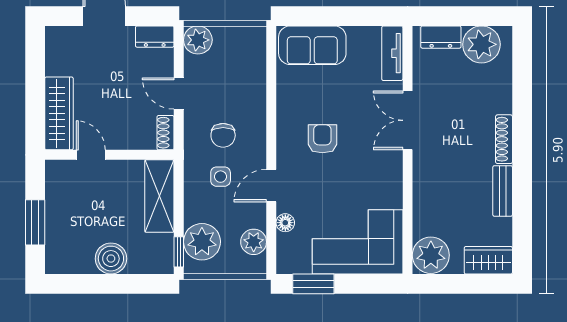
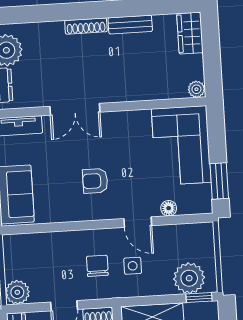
chair: (223, 135) -> (97, 266), turned -90
plant: (254, 242) -> (187, 234), removed
plant: (431, 255) -> (196, 89), width x0.53, depth x0.53

